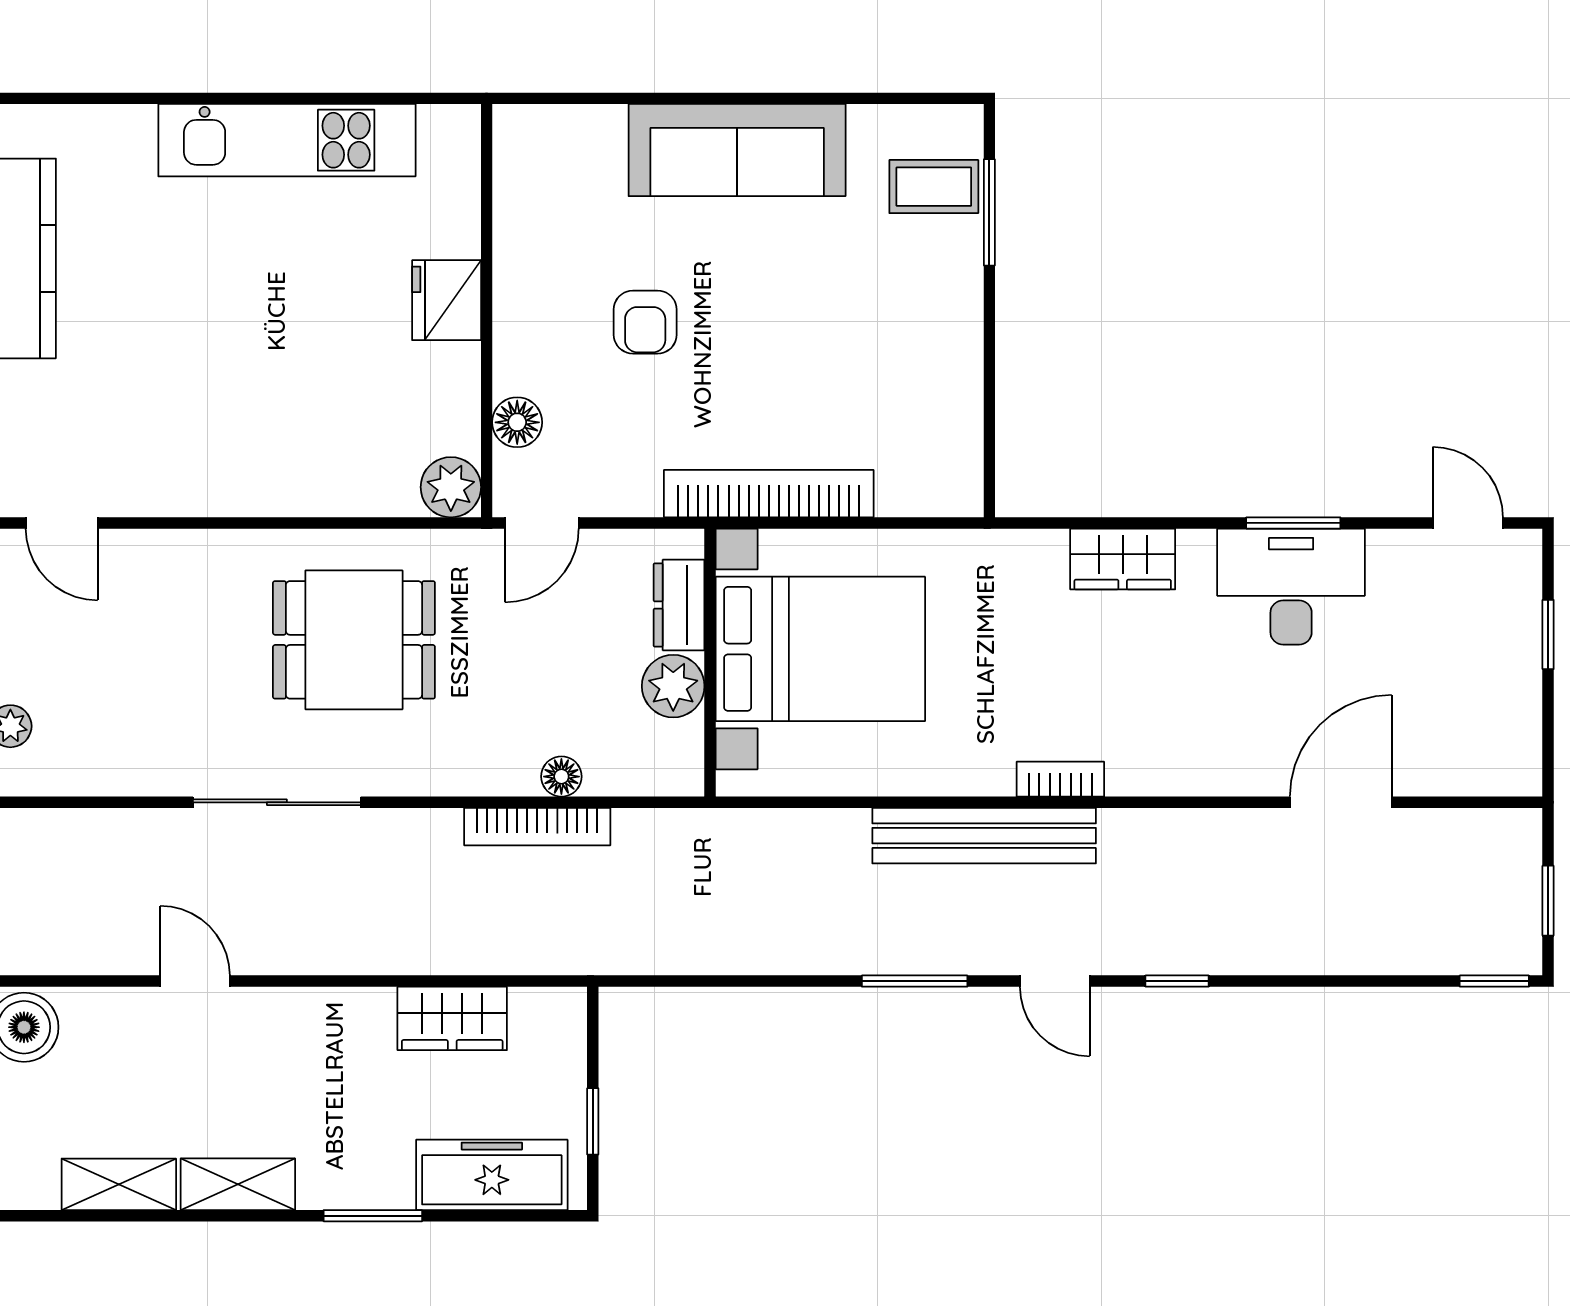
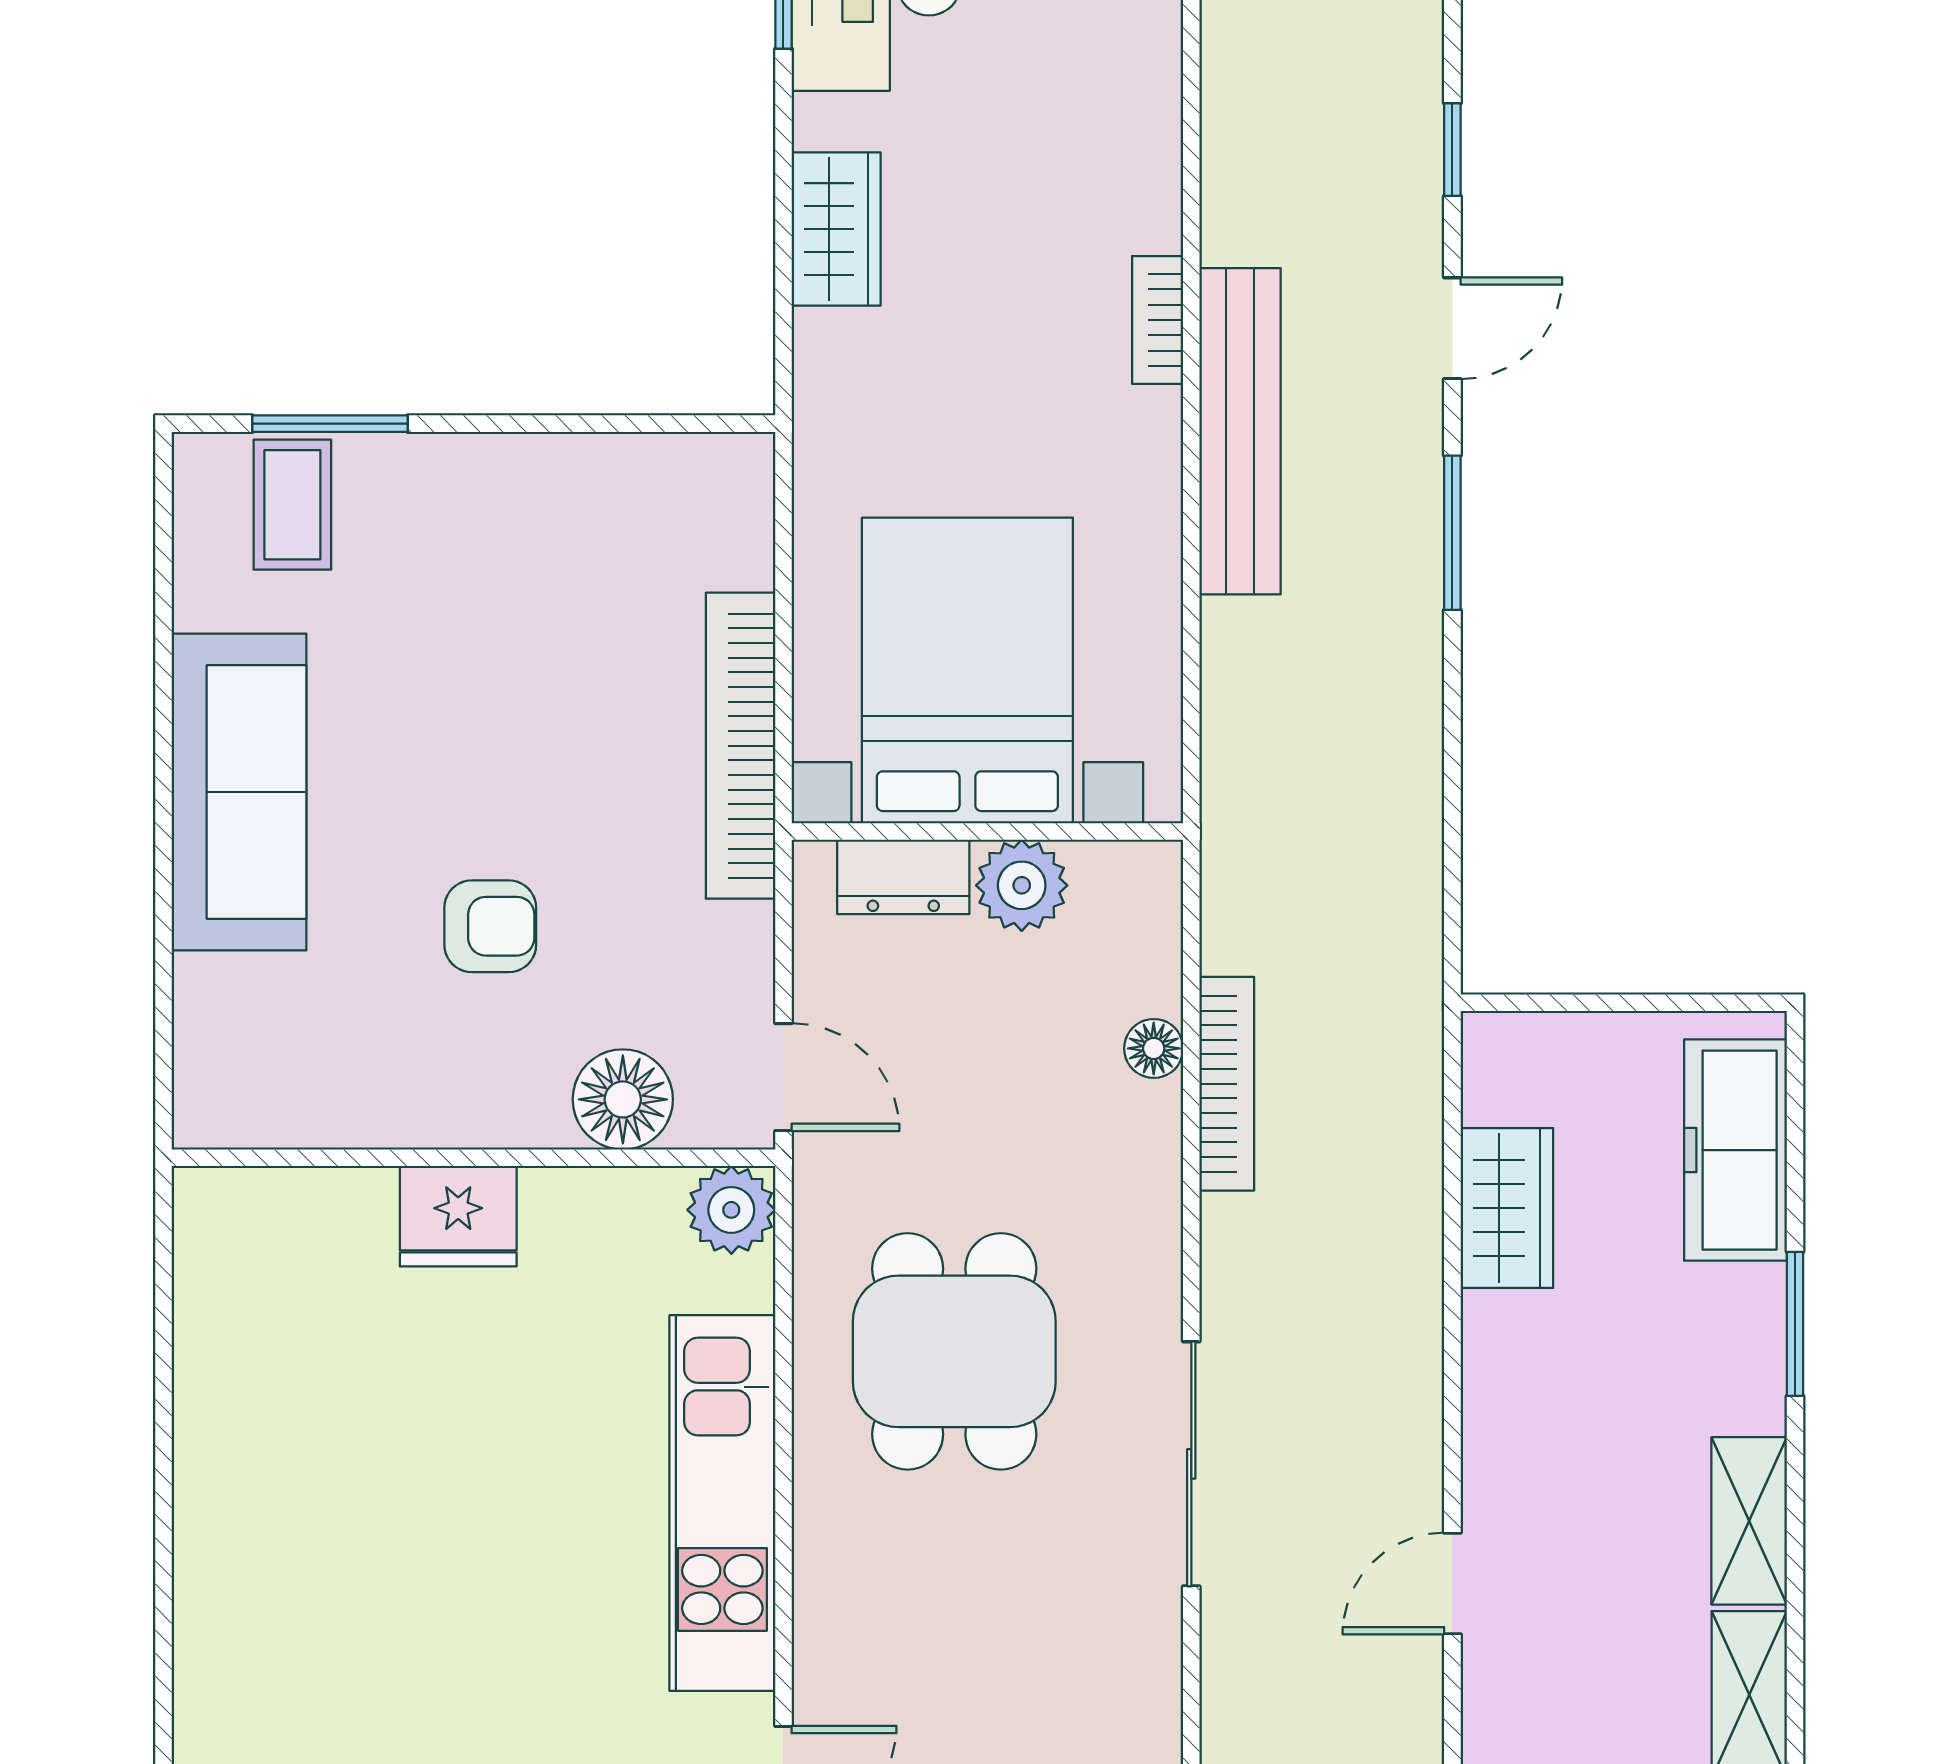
kitchen unit: (287, 140) -> (722, 1503), moved, turned 180
floor lamp: (517, 422) -> (623, 1099), width x1.38, depth x1.38
window: (593, 1121) -> (1657, 1003), removed

